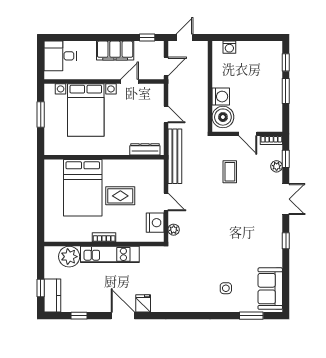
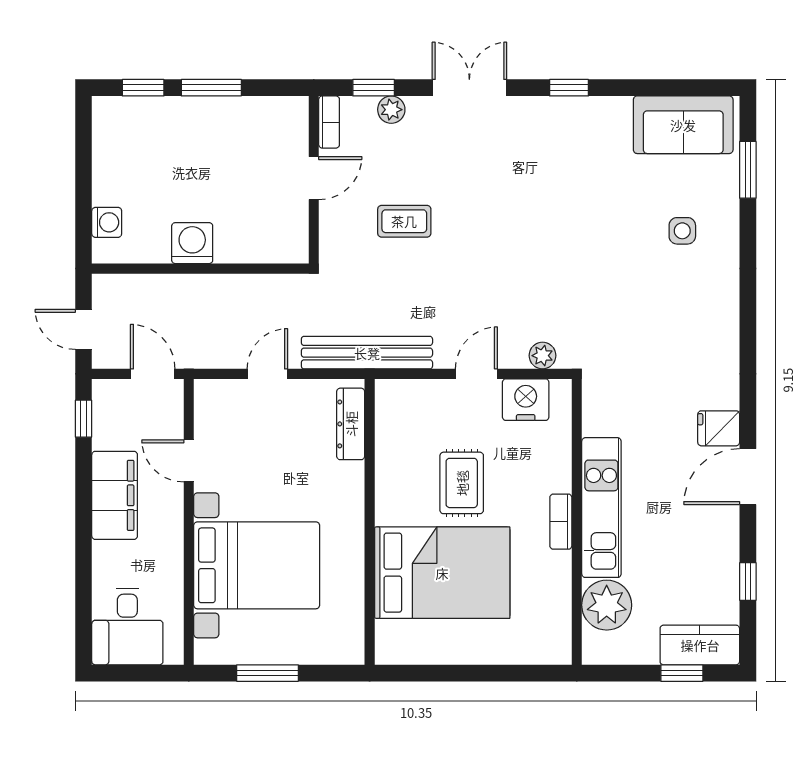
washing machine: (221, 97) -> (192, 243), moved
boiler: (223, 117) -> (273, 238), removed

